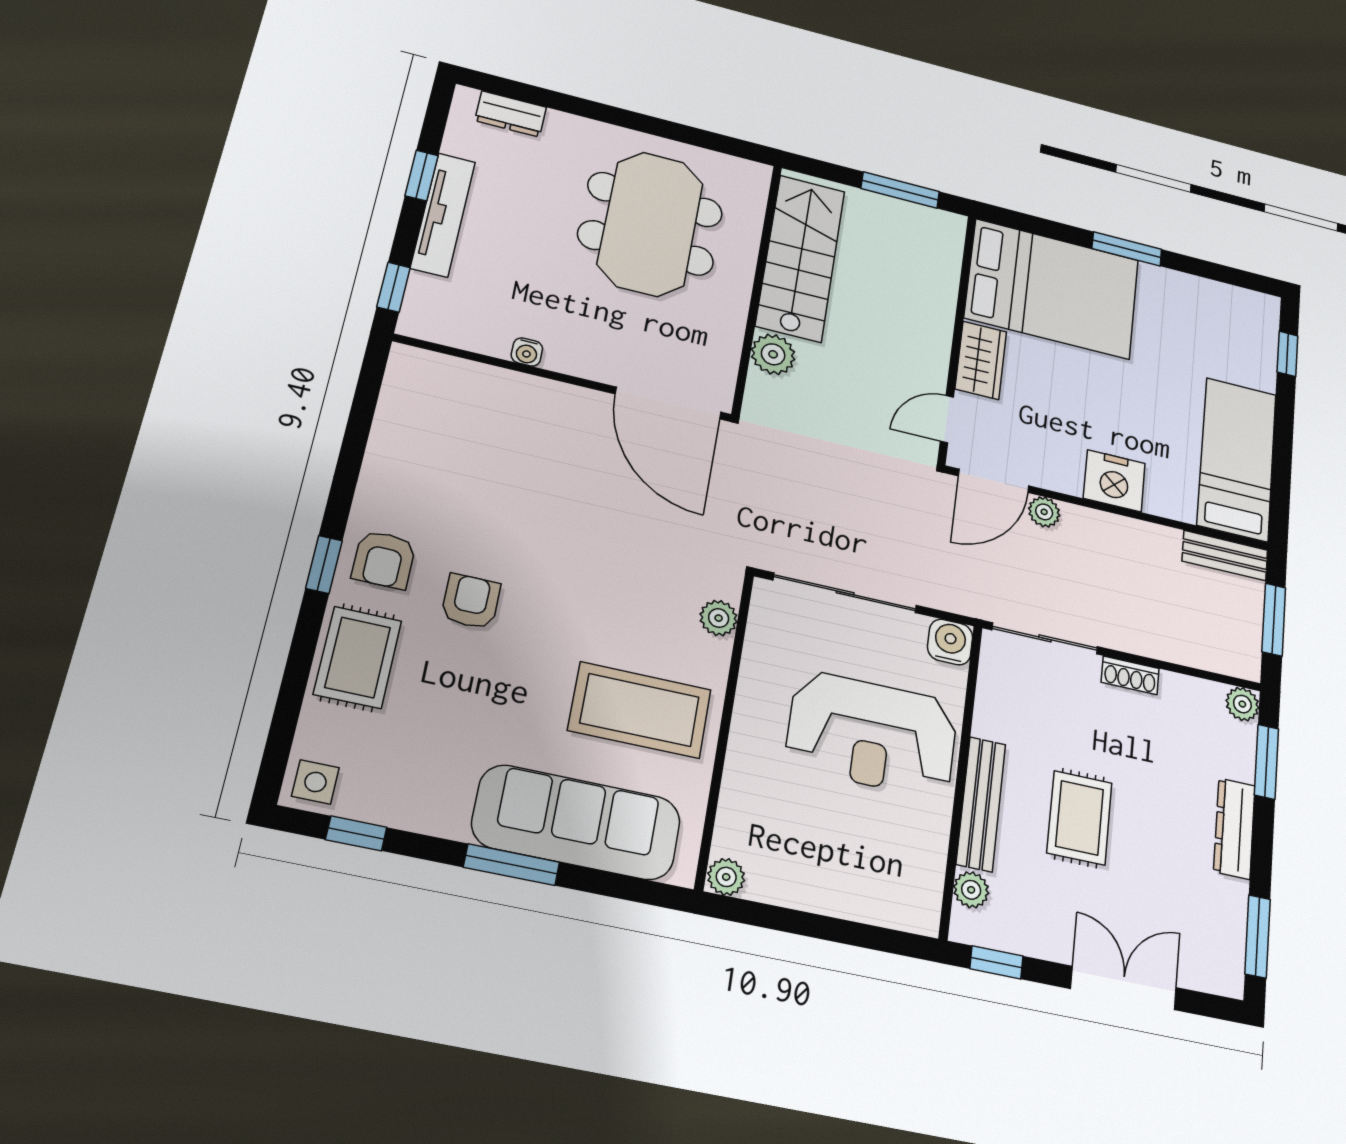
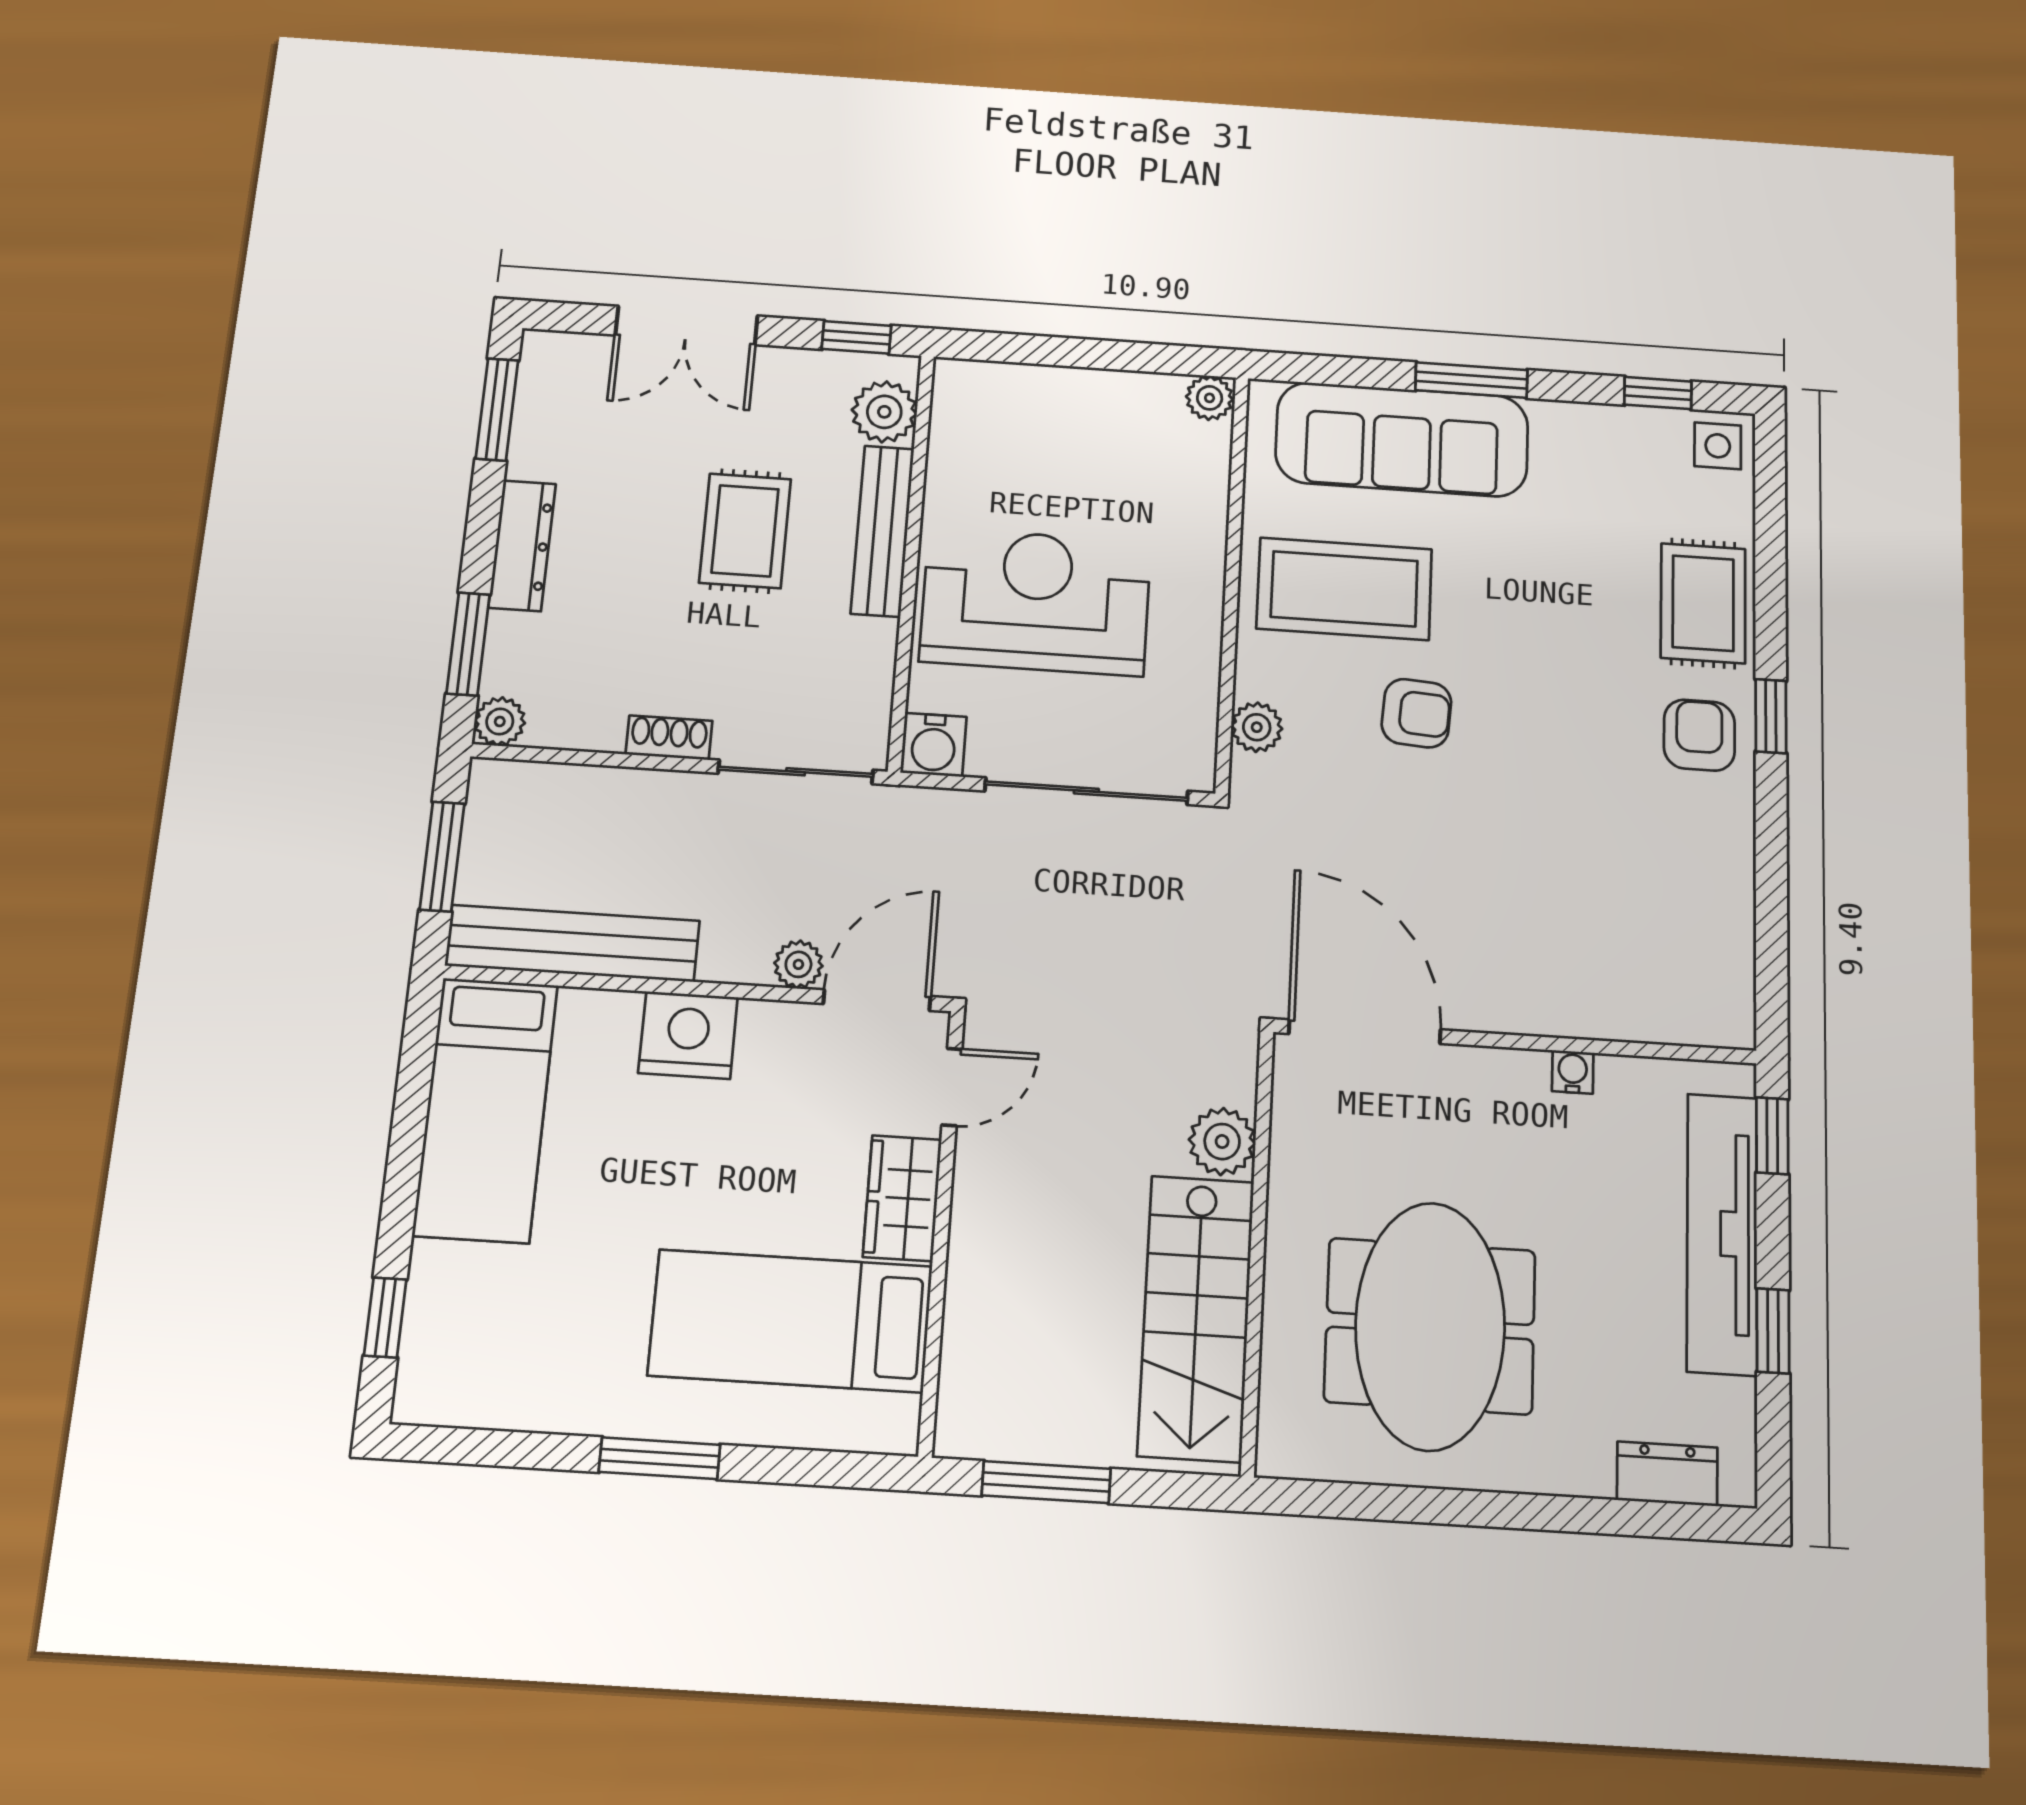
tv unit: (443, 215) -> (1722, 1233), width x1.36, depth x1.29
bed: (1052, 289) -> (791, 1321), width x0.67
bench: (1225, 556) -> (573, 943), width x1.86, depth x1.21
armchair: (471, 601) -> (1416, 713), moved, turned -86
plant: (971, 890) -> (884, 412), width x1.38, depth x1.38

